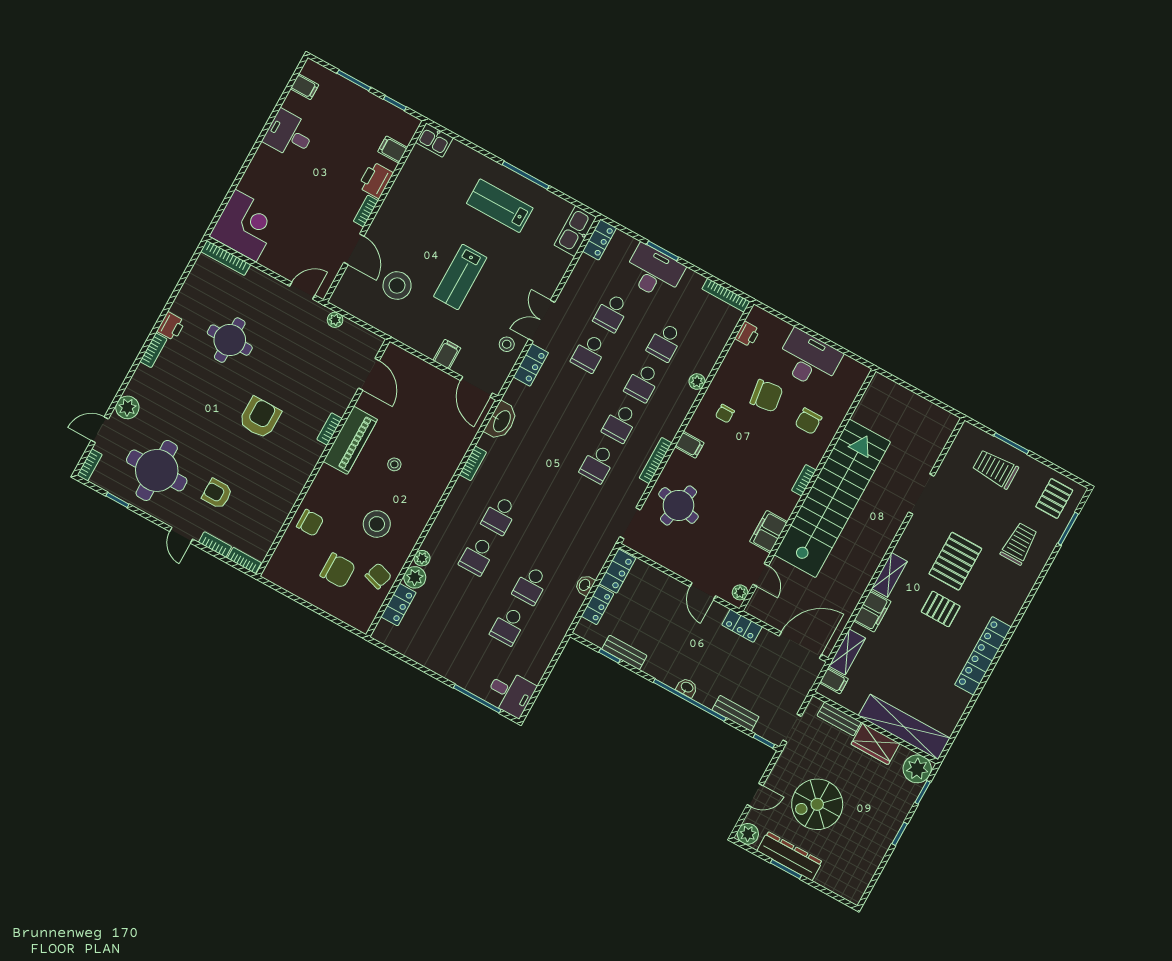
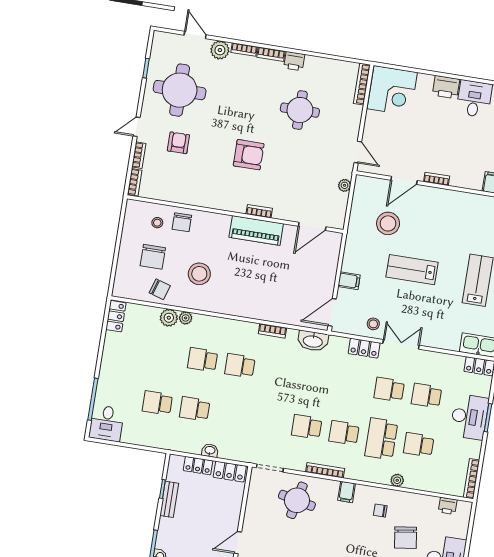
printer: (376, 180) -> (446, 87), moved, turned 180
school desk: (643, 383) -> (381, 439), width x1.85
stool: (394, 464) -> (157, 223), moved
bookcase: (90, 465) -> (244, 50), moved
locker: (398, 605) -> (116, 316), moved, turned -90

